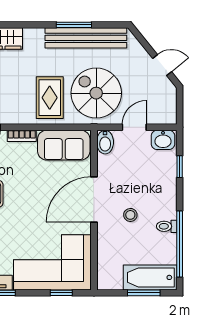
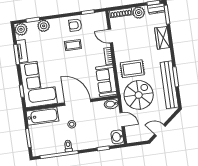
door: (162, 65) -> (160, 130), swing flipped
bathtub: (150, 277) -> (42, 116), moved, turned 90

